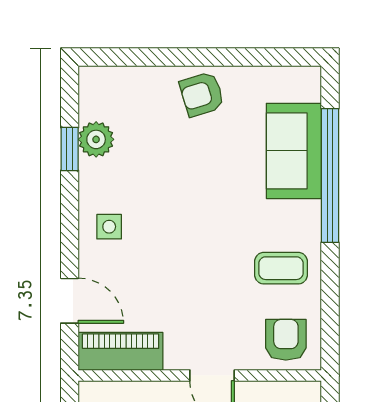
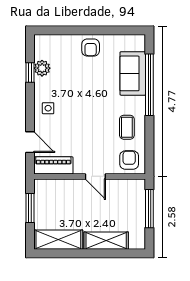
armchair: (202, 94) -> (91, 47), turned -73
coffee table: (281, 268) -> (127, 127), turned 90

